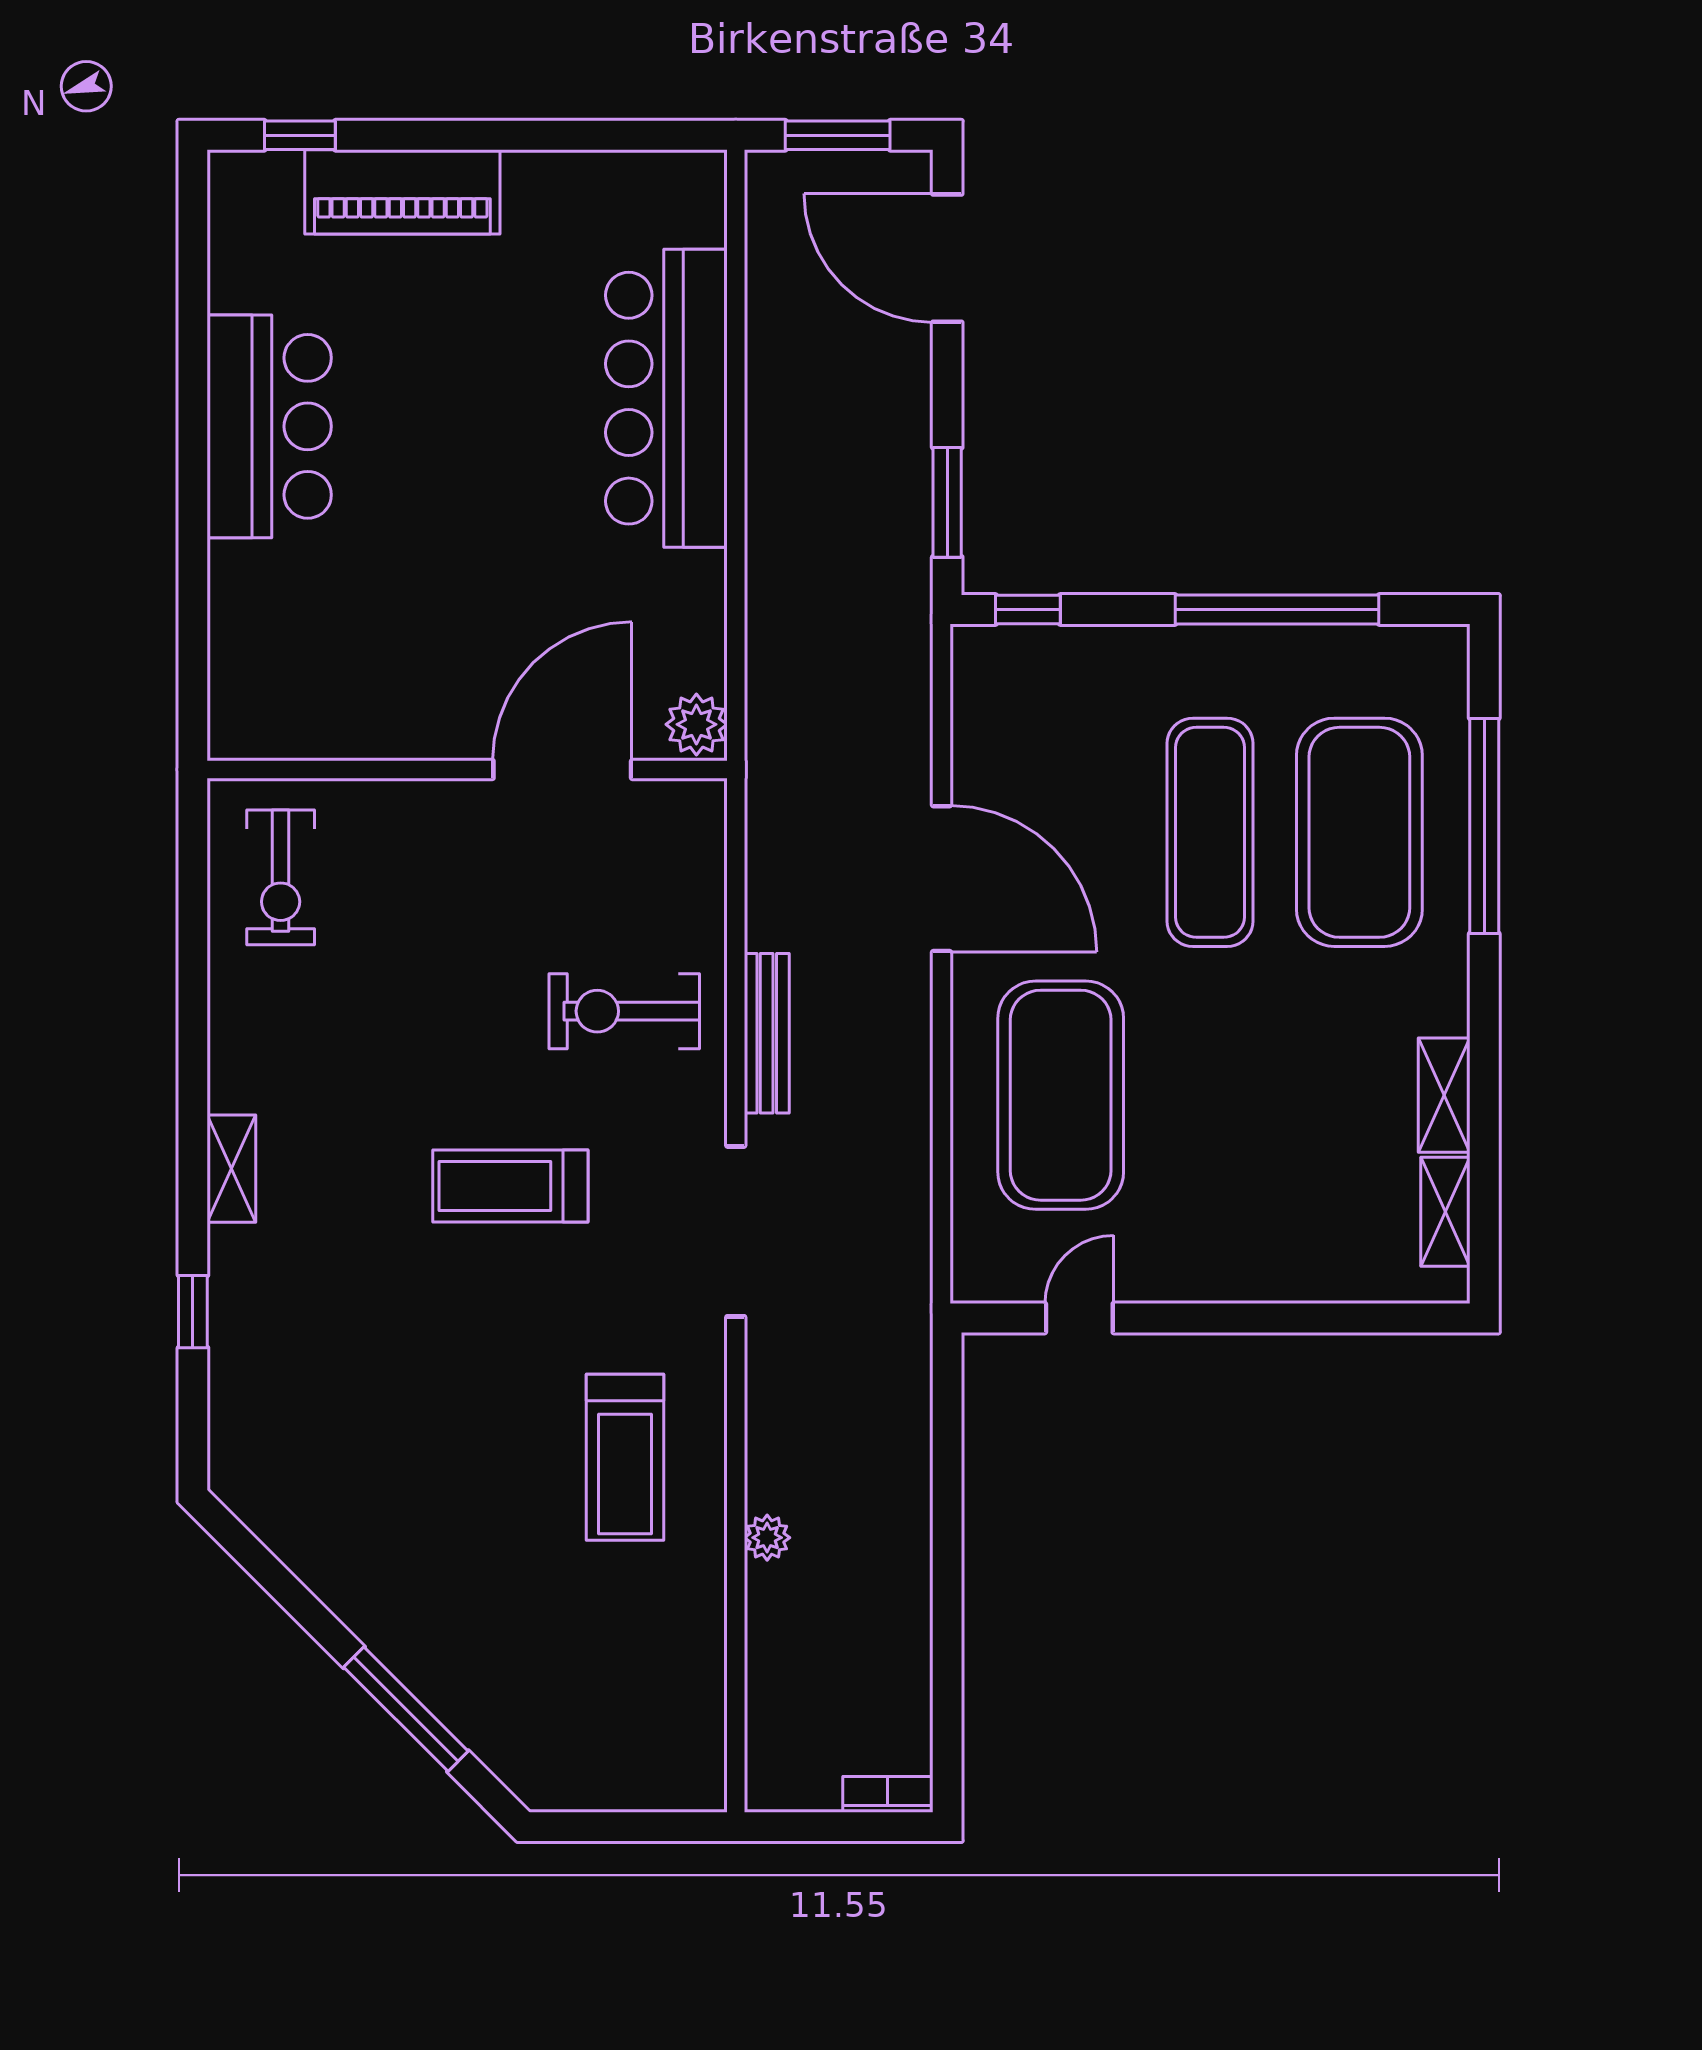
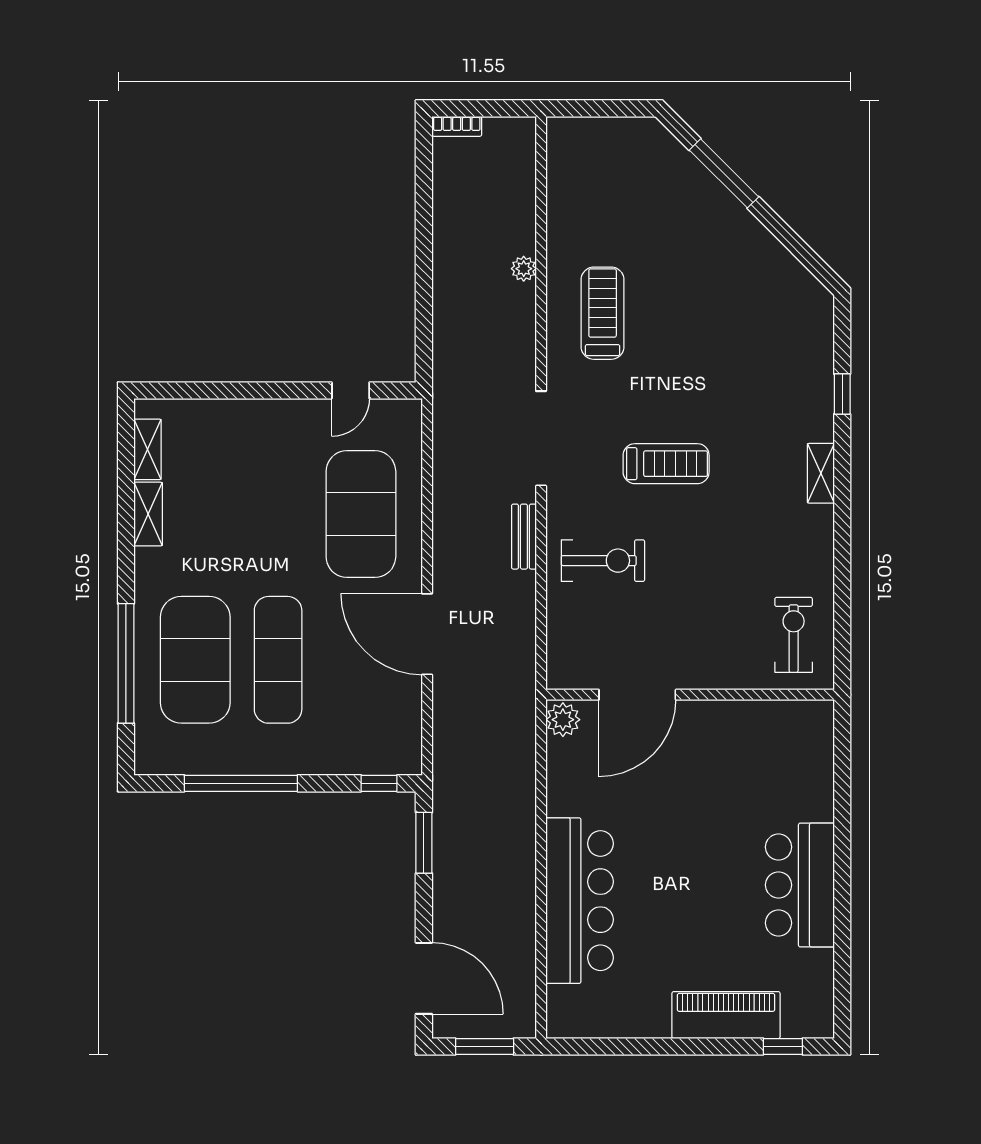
bench: (767, 1033) -> (524, 537), width x0.73

